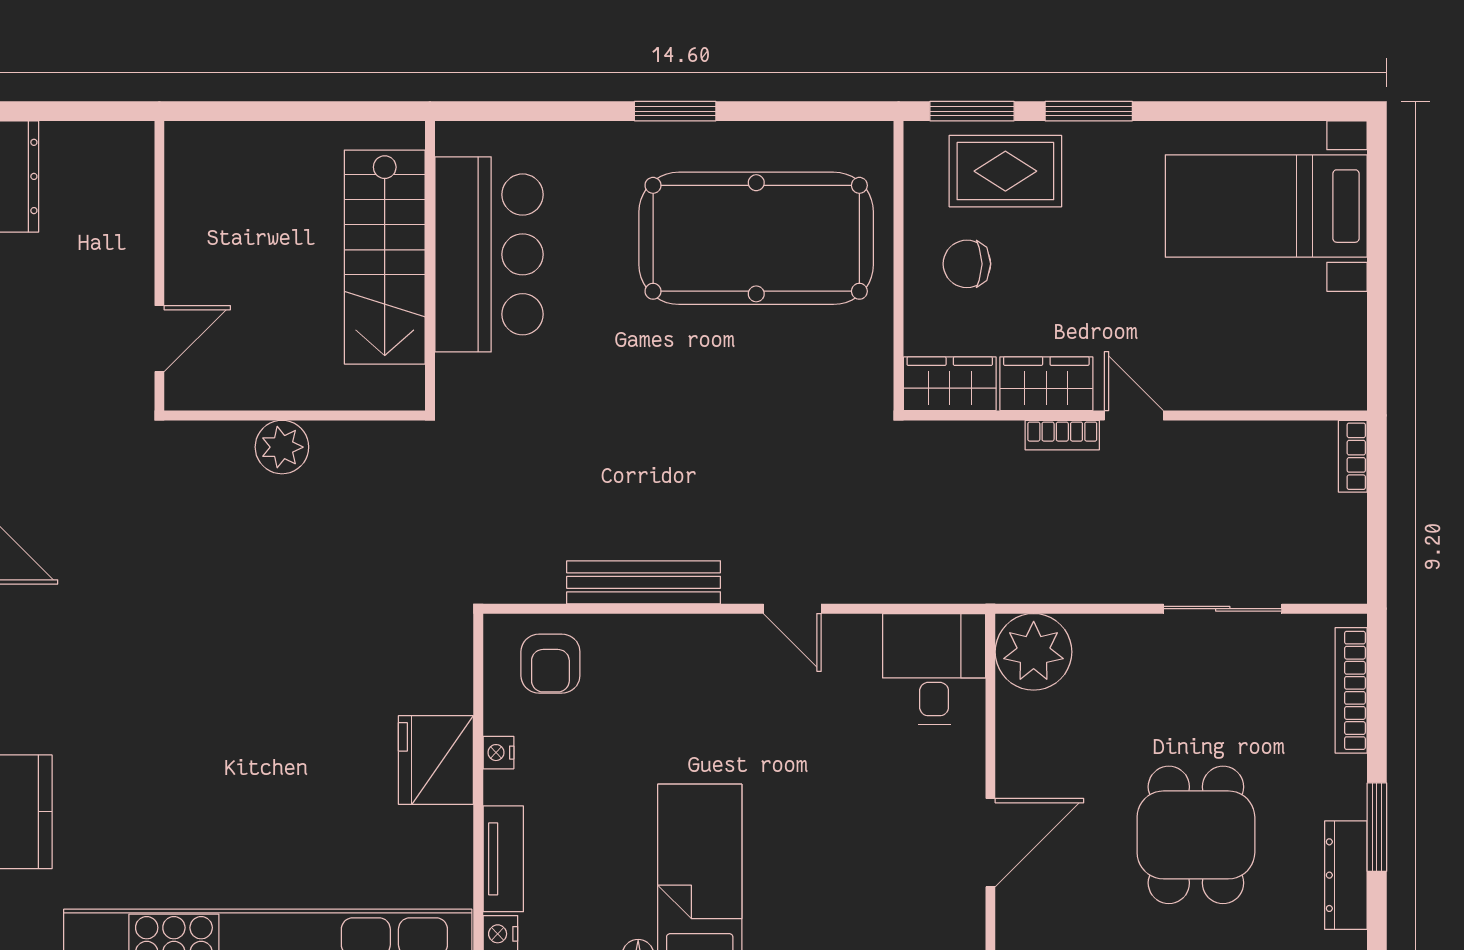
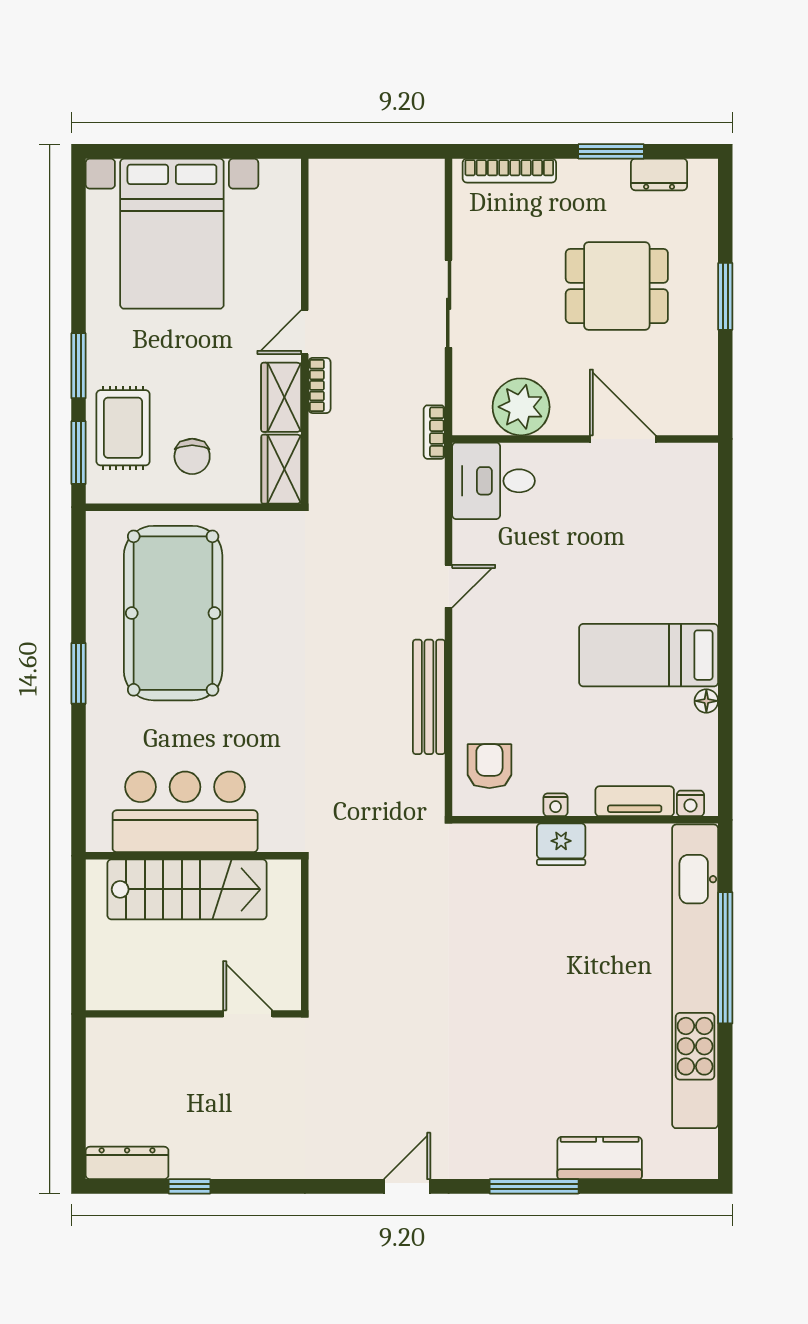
bed with nightstands: (1266, 206) -> (172, 234), width x1.36
wall: (159, 266) -> (193, 1014), moved
door: (159, 339) -> (248, 1014), moved
plant: (282, 447) -> (328, 966), removed
bookcase: (1353, 456) -> (434, 432), moved, turned 90
sliding door: (1223, 609) -> (449, 304), moved
plant: (1034, 652) -> (521, 407), moved
armchair: (550, 664) -> (489, 766), turned -90
fridge: (436, 760) -> (561, 844), width x0.73, depth x0.75
dresser: (1346, 875) -> (659, 174), width x0.70

